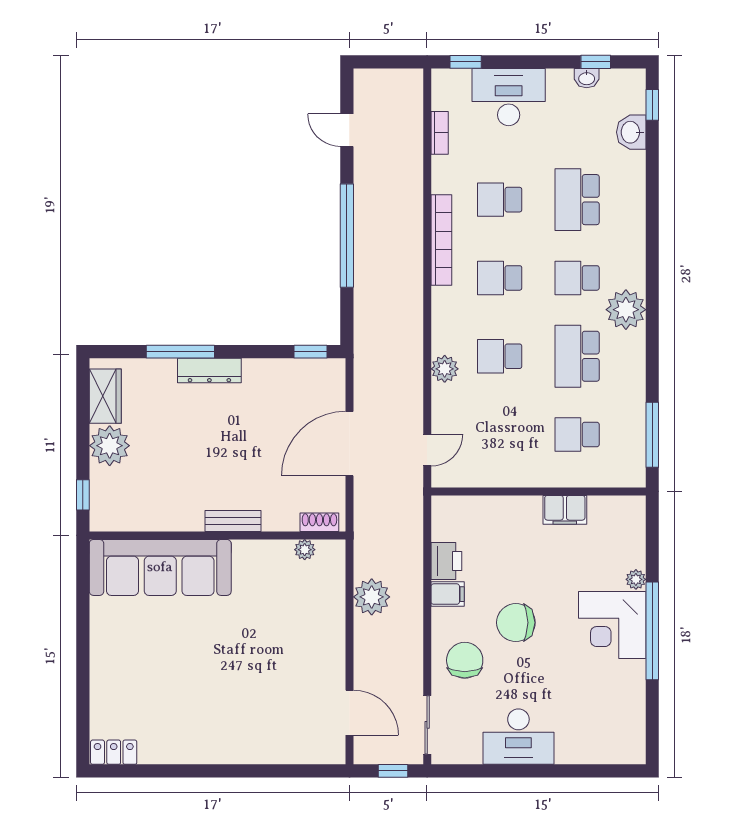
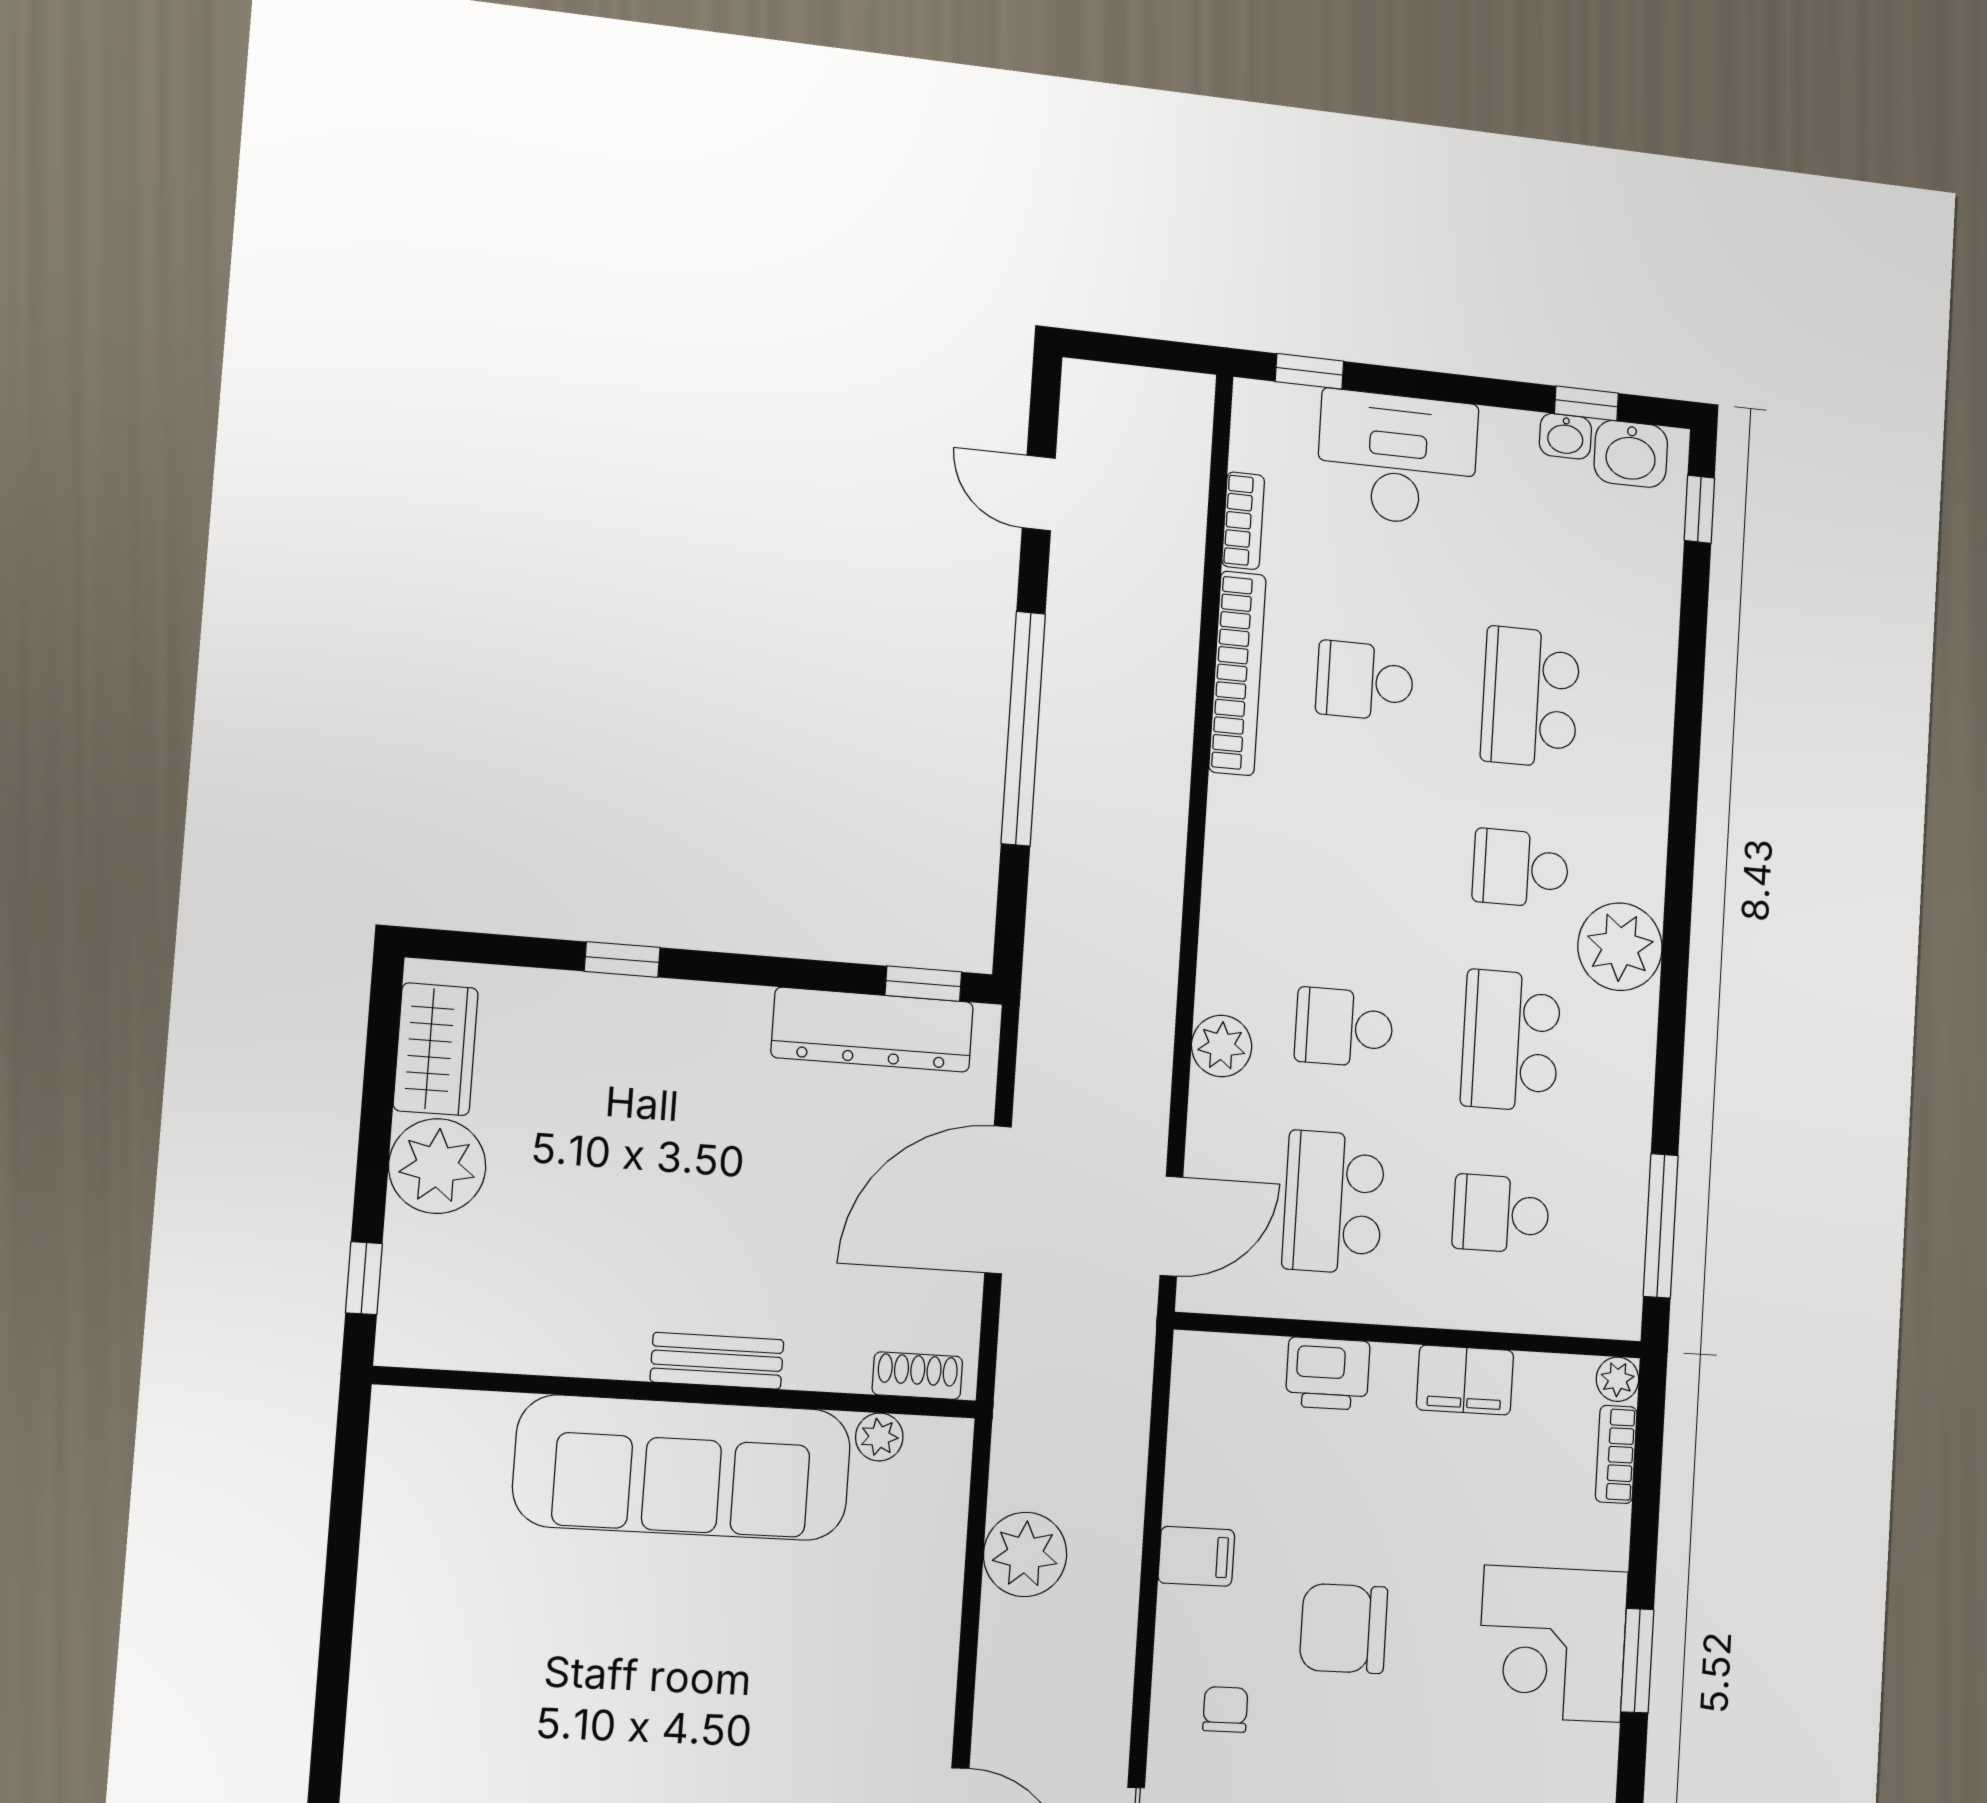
washbasin: (631, 132) -> (1631, 454), moved, turned -90
bookcase: (441, 240) -> (1237, 673), moved
school desk: (500, 278) -> (1334, 1202), moved, width x1.85
window: (180, 352) -> (622, 959), width x0.46
dresser: (209, 371) -> (872, 1030), moved, width x1.37, depth x1.24
door: (427, 450) -> (1171, 1226), width x1.38
bookcase: (637, 539) -> (1616, 1454), added
printer: (446, 561) -> (1328, 1374), moved, turned 90
sofa: (160, 567) -> (683, 1468), moved
plant: (636, 579) -> (1617, 1379), moved
window: (652, 631) -> (1637, 1661), width x0.47
chair: (465, 660) -> (1225, 1709), width x0.54, depth x0.54

